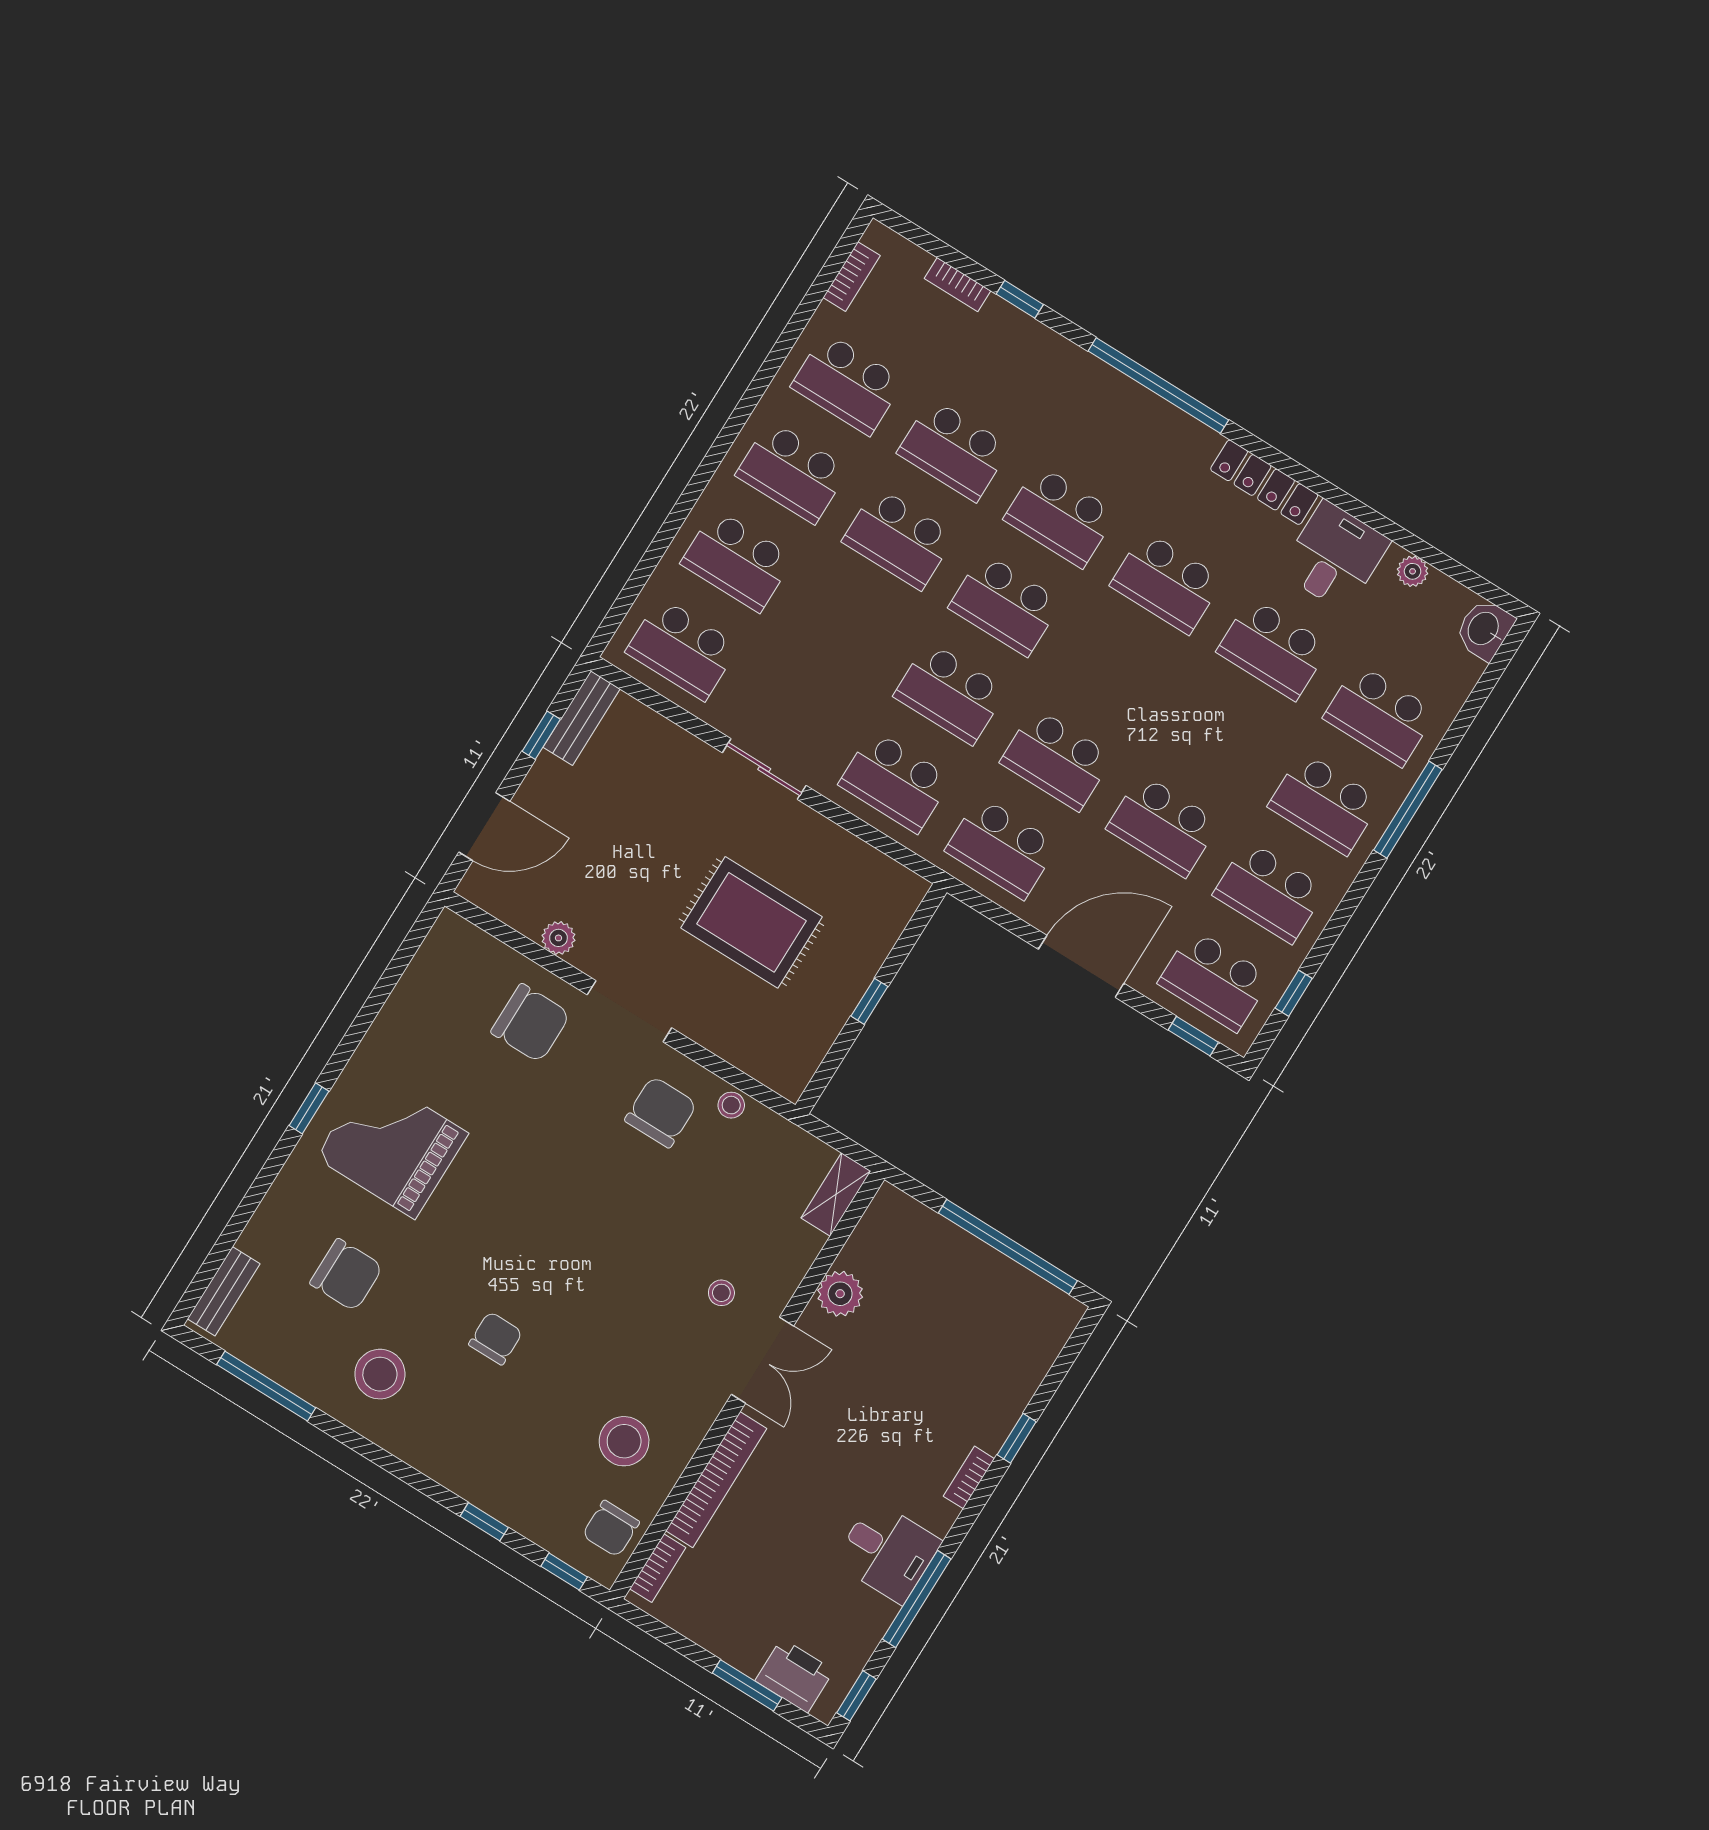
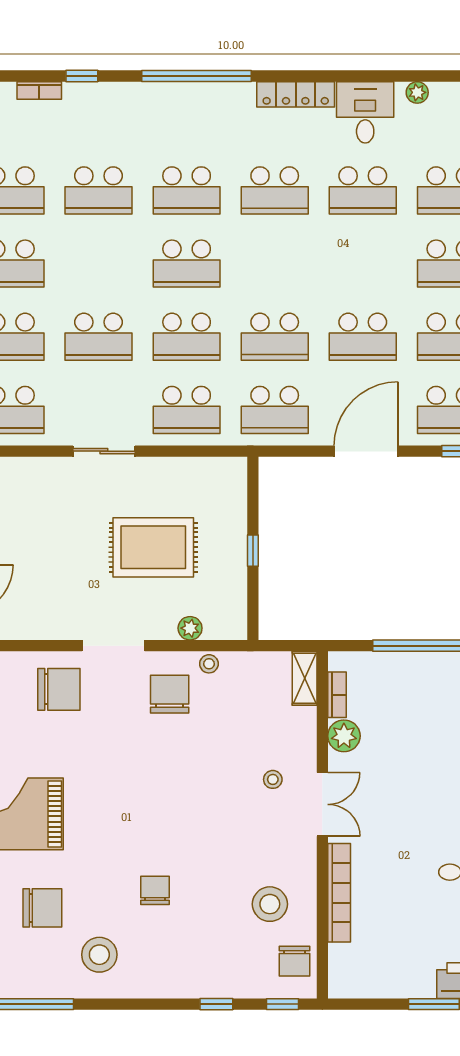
school desk: (899, 538) -> (99, 337), moved
plant: (558, 938) -> (190, 628), moved
bookcase: (658, 1568) -> (337, 695), moved

